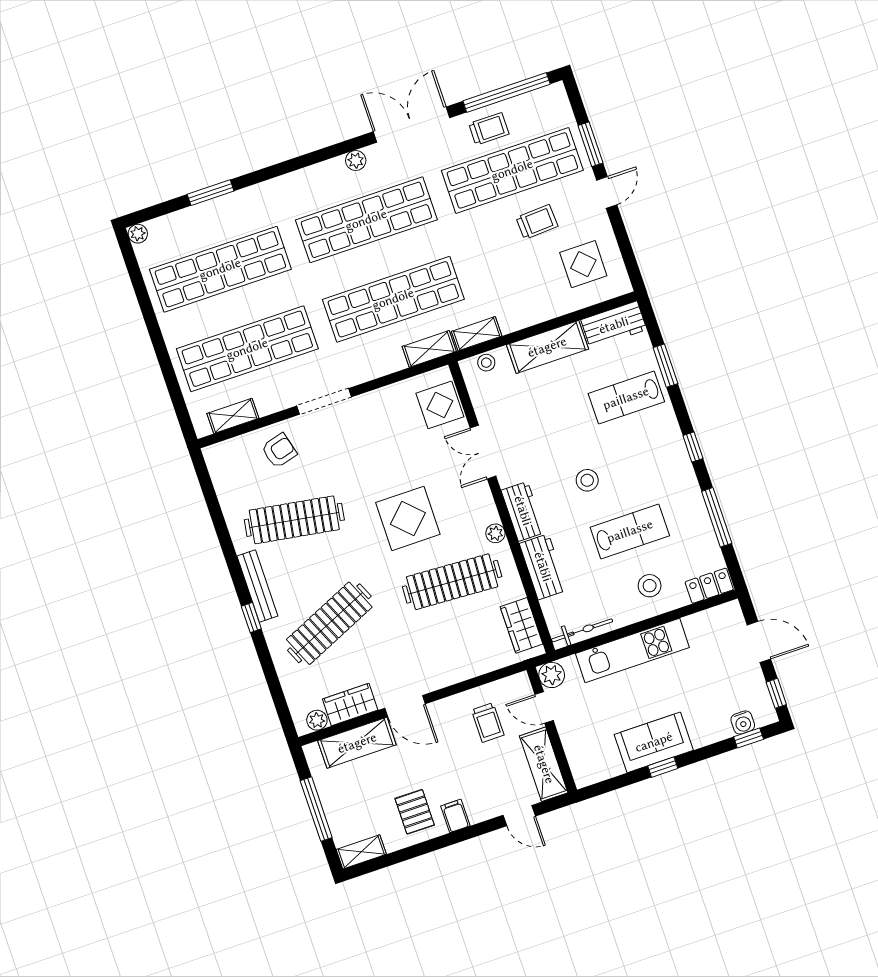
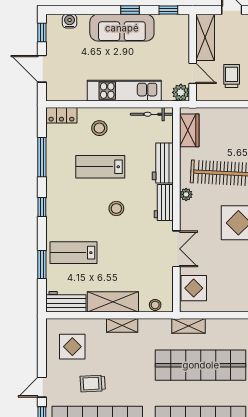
shelving: (477, 334) -> (122, 325), moved
lab bench: (626, 398) -> (74, 253), turned 180
window: (749, 738) -> (168, 10), moved
sofa: (654, 742) -> (122, 28), width x1.36

